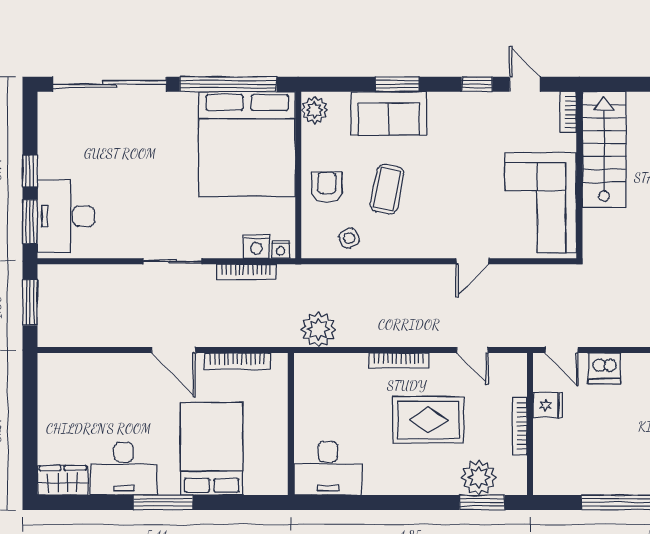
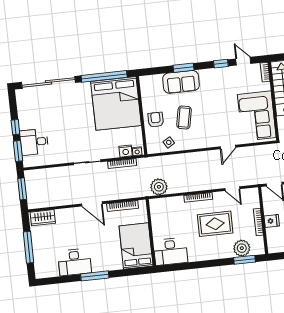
plant: (315, 110) -> (146, 84), removed
desk: (66, 216) -> (34, 142), width x0.73
fridge: (548, 405) -> (272, 221), moved
window: (30, 427) -> (28, 247), added
bed: (212, 449) -> (136, 246), moved
wardrobe: (63, 480) -> (43, 218), moved, turned 180

